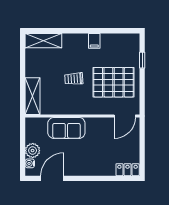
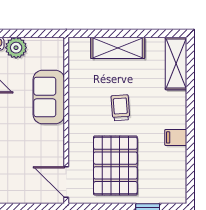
shelving: (33, 96) -> (118, 48), moved

